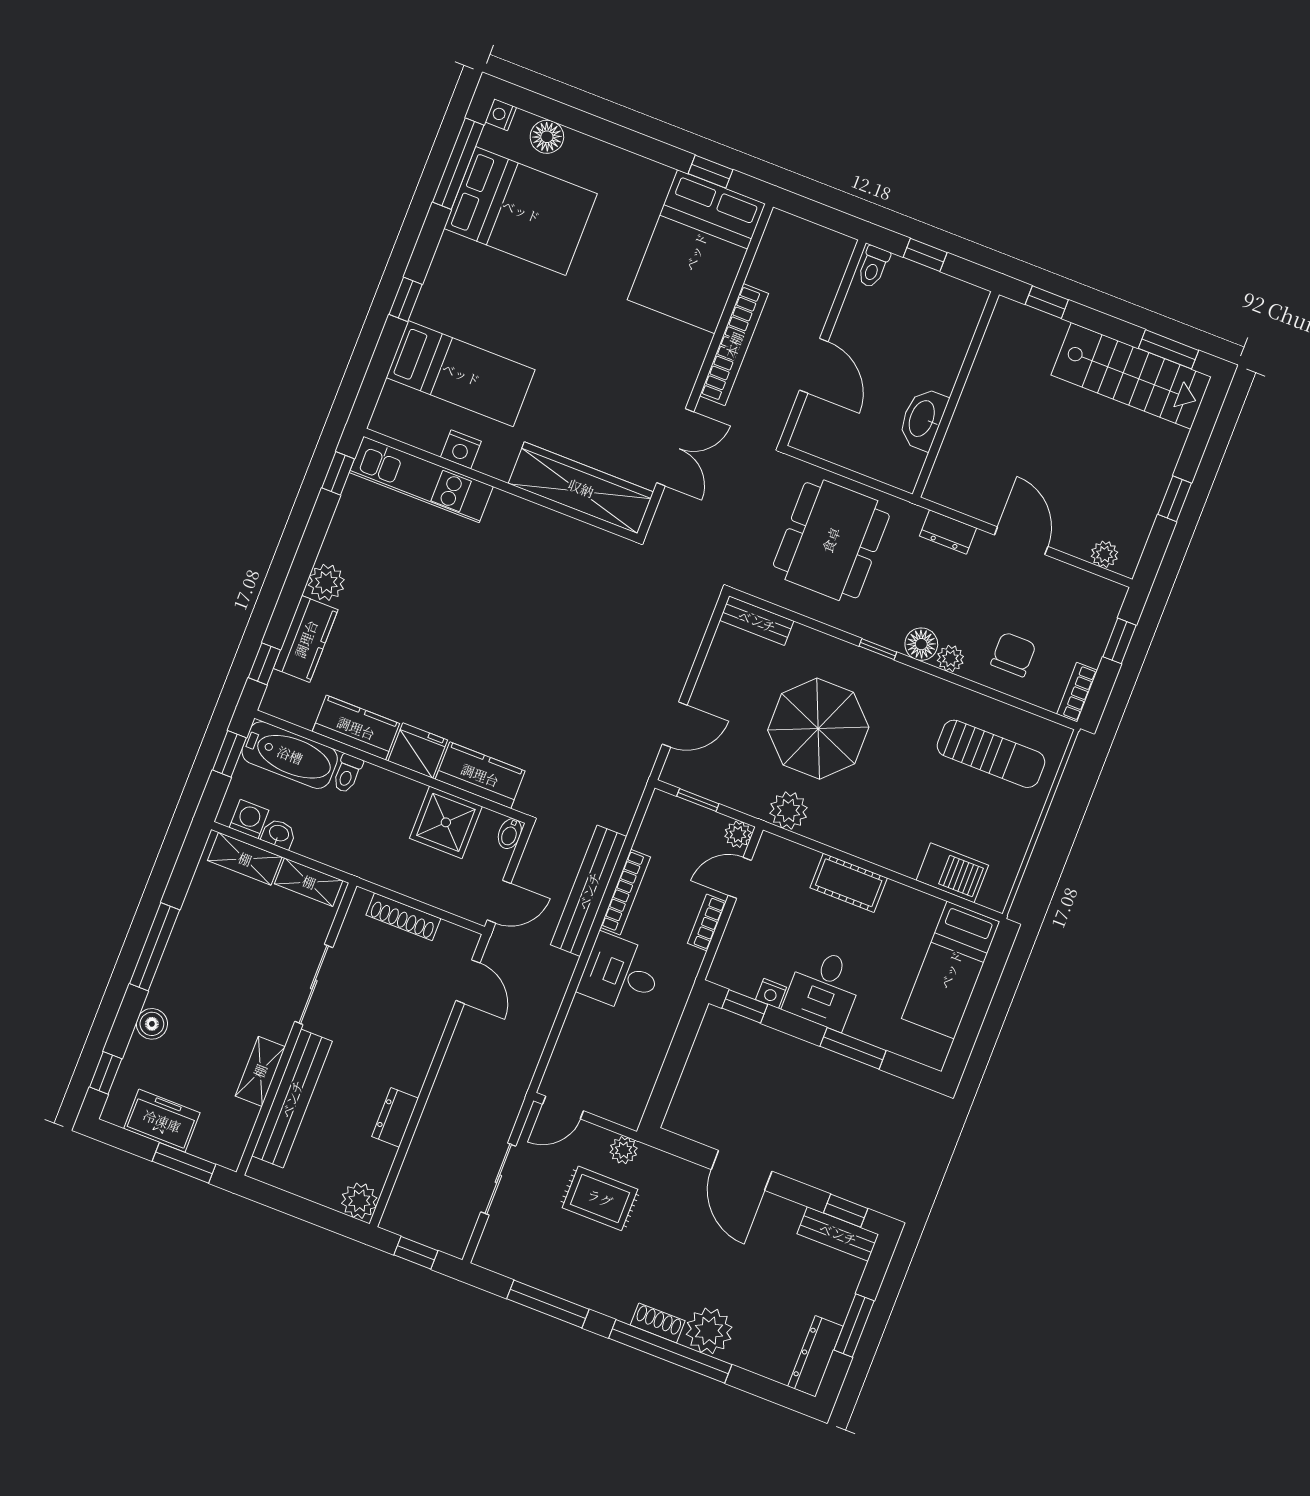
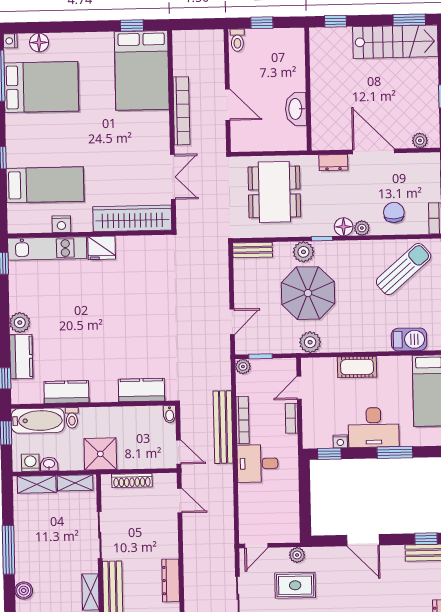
door: (1021, 541) -> (373, 151), width x1.36
plant: (839, 658) -> (303, 252), added
fridge: (418, 750) -> (102, 248), moved, turned 180
sun lounger: (991, 754) -> (404, 269), turned -41
shower: (446, 822) -> (100, 454), moved
plant: (738, 834) -> (243, 366), moved
door: (499, 902) -> (179, 452), hinge flipped
desk: (824, 989) -> (374, 427), width x1.37
dresser: (395, 1117) -> (171, 580), width x1.44

